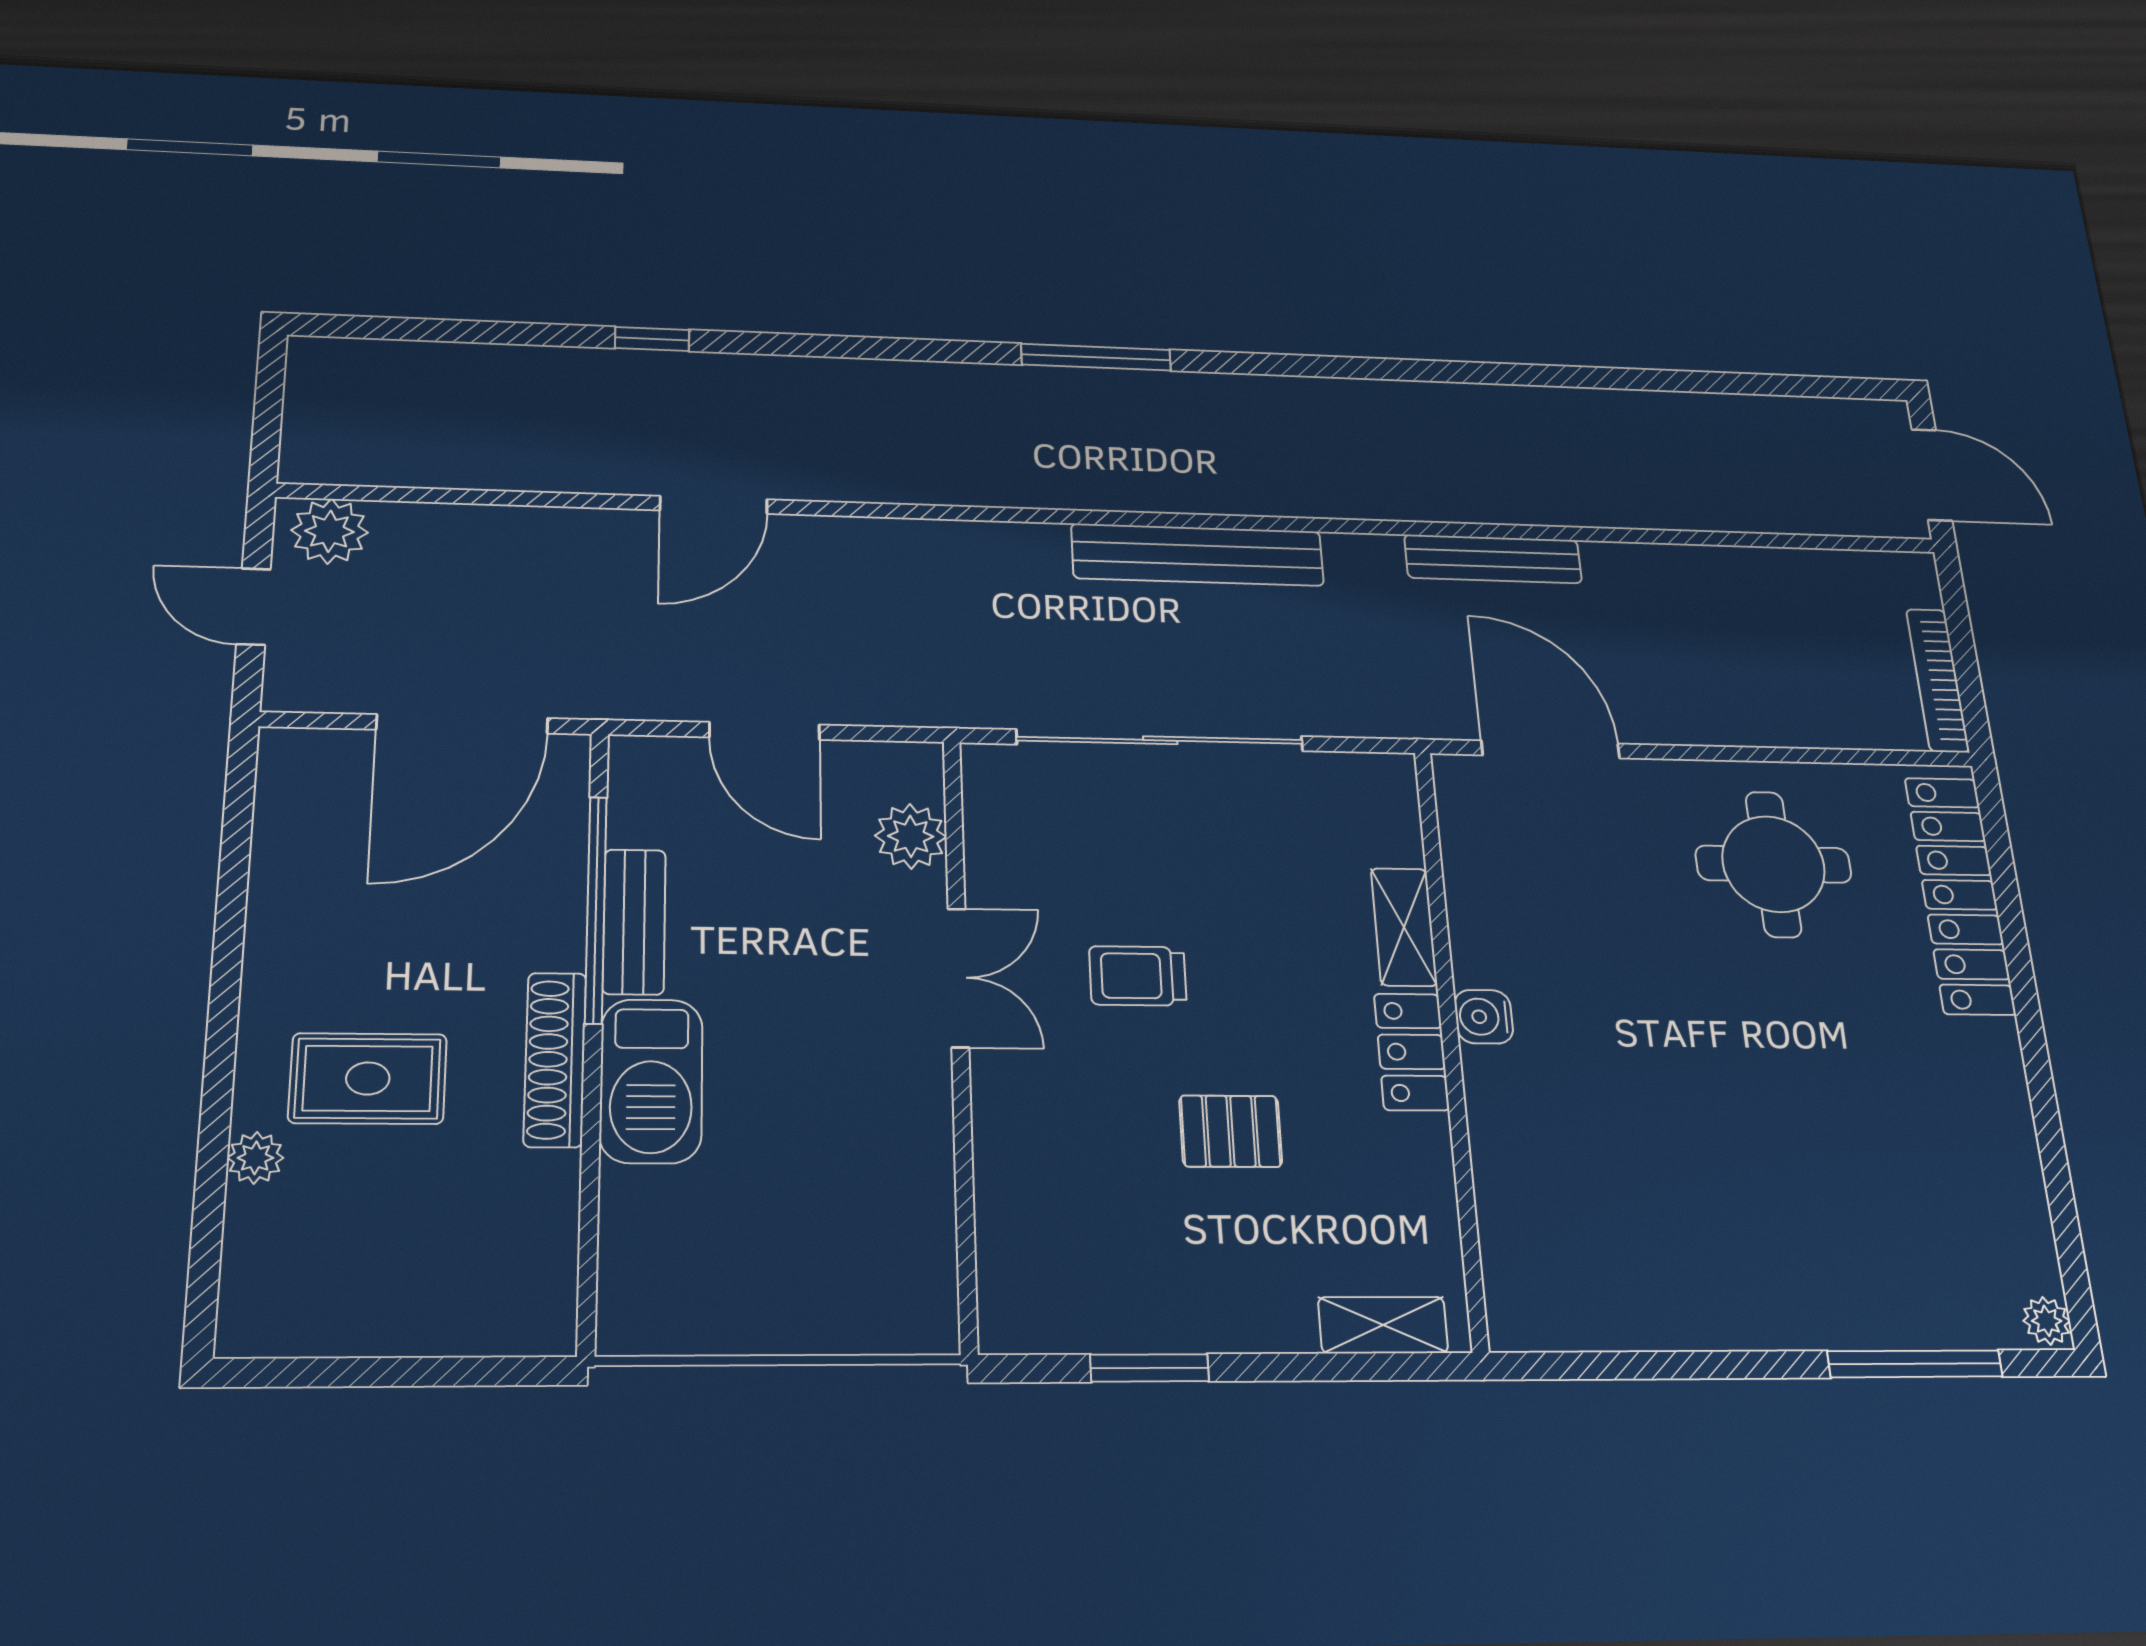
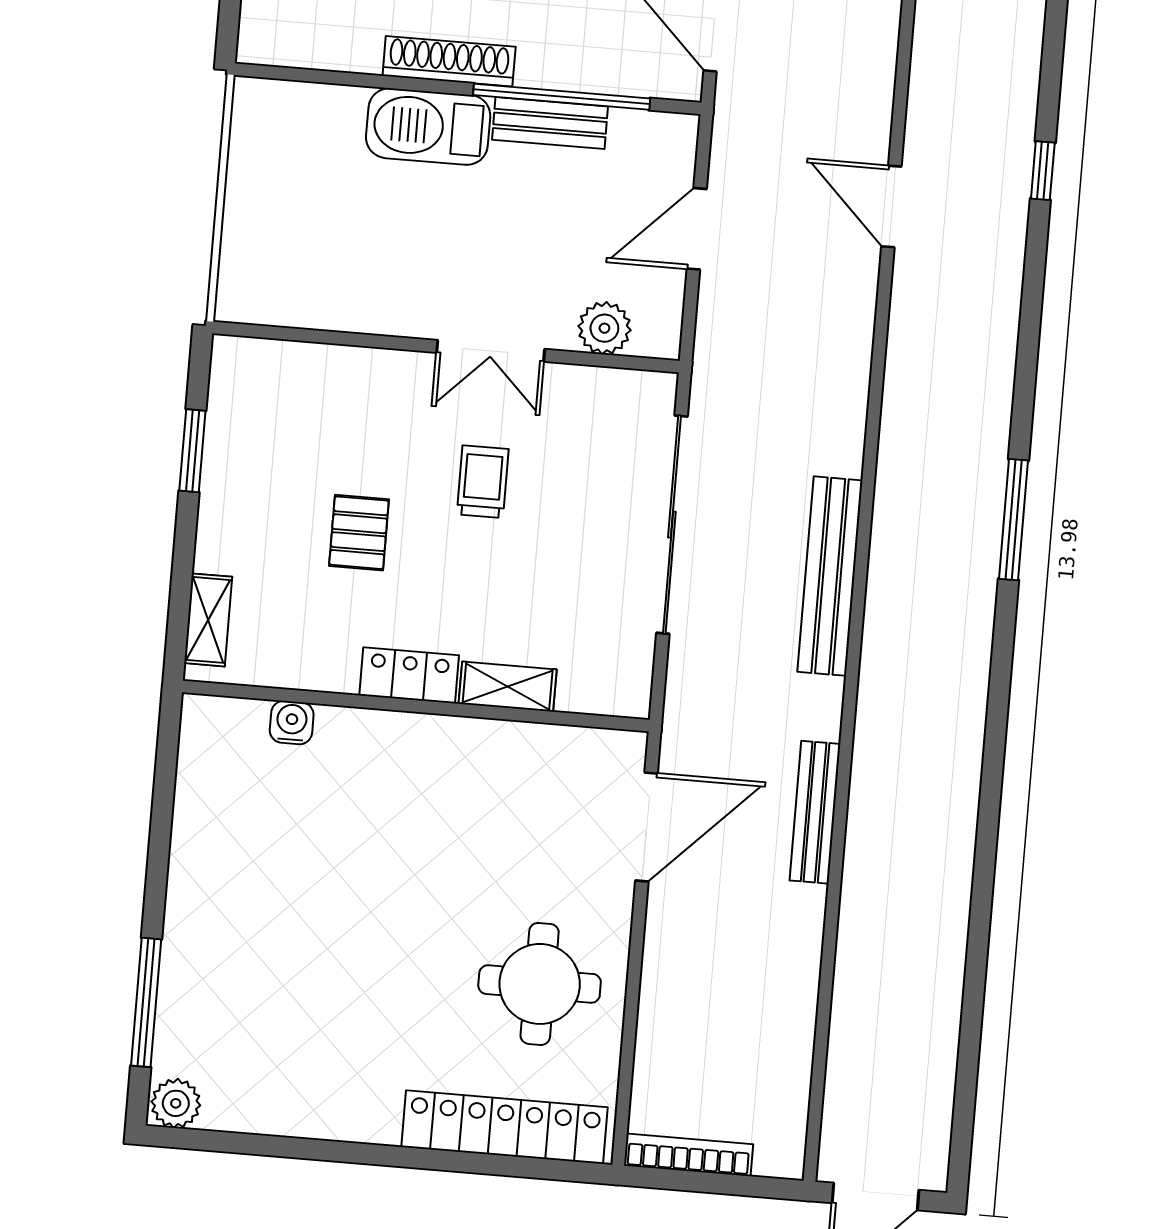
water cooler: (1484, 1017) -> (292, 723), moved
plant: (2047, 1321) -> (176, 1103), width x1.38, depth x1.38

